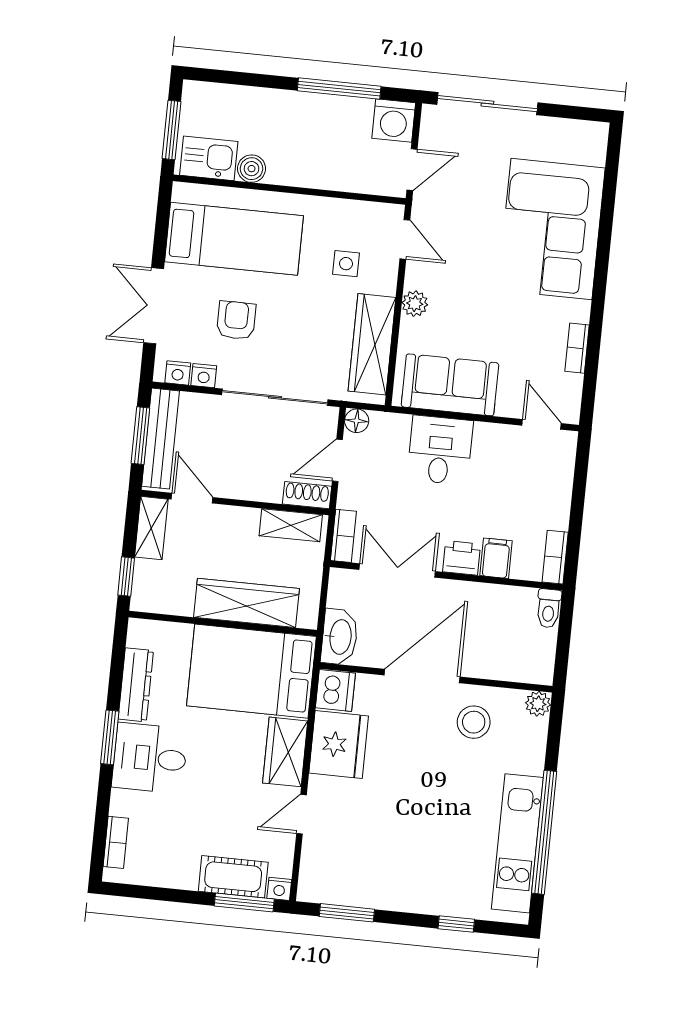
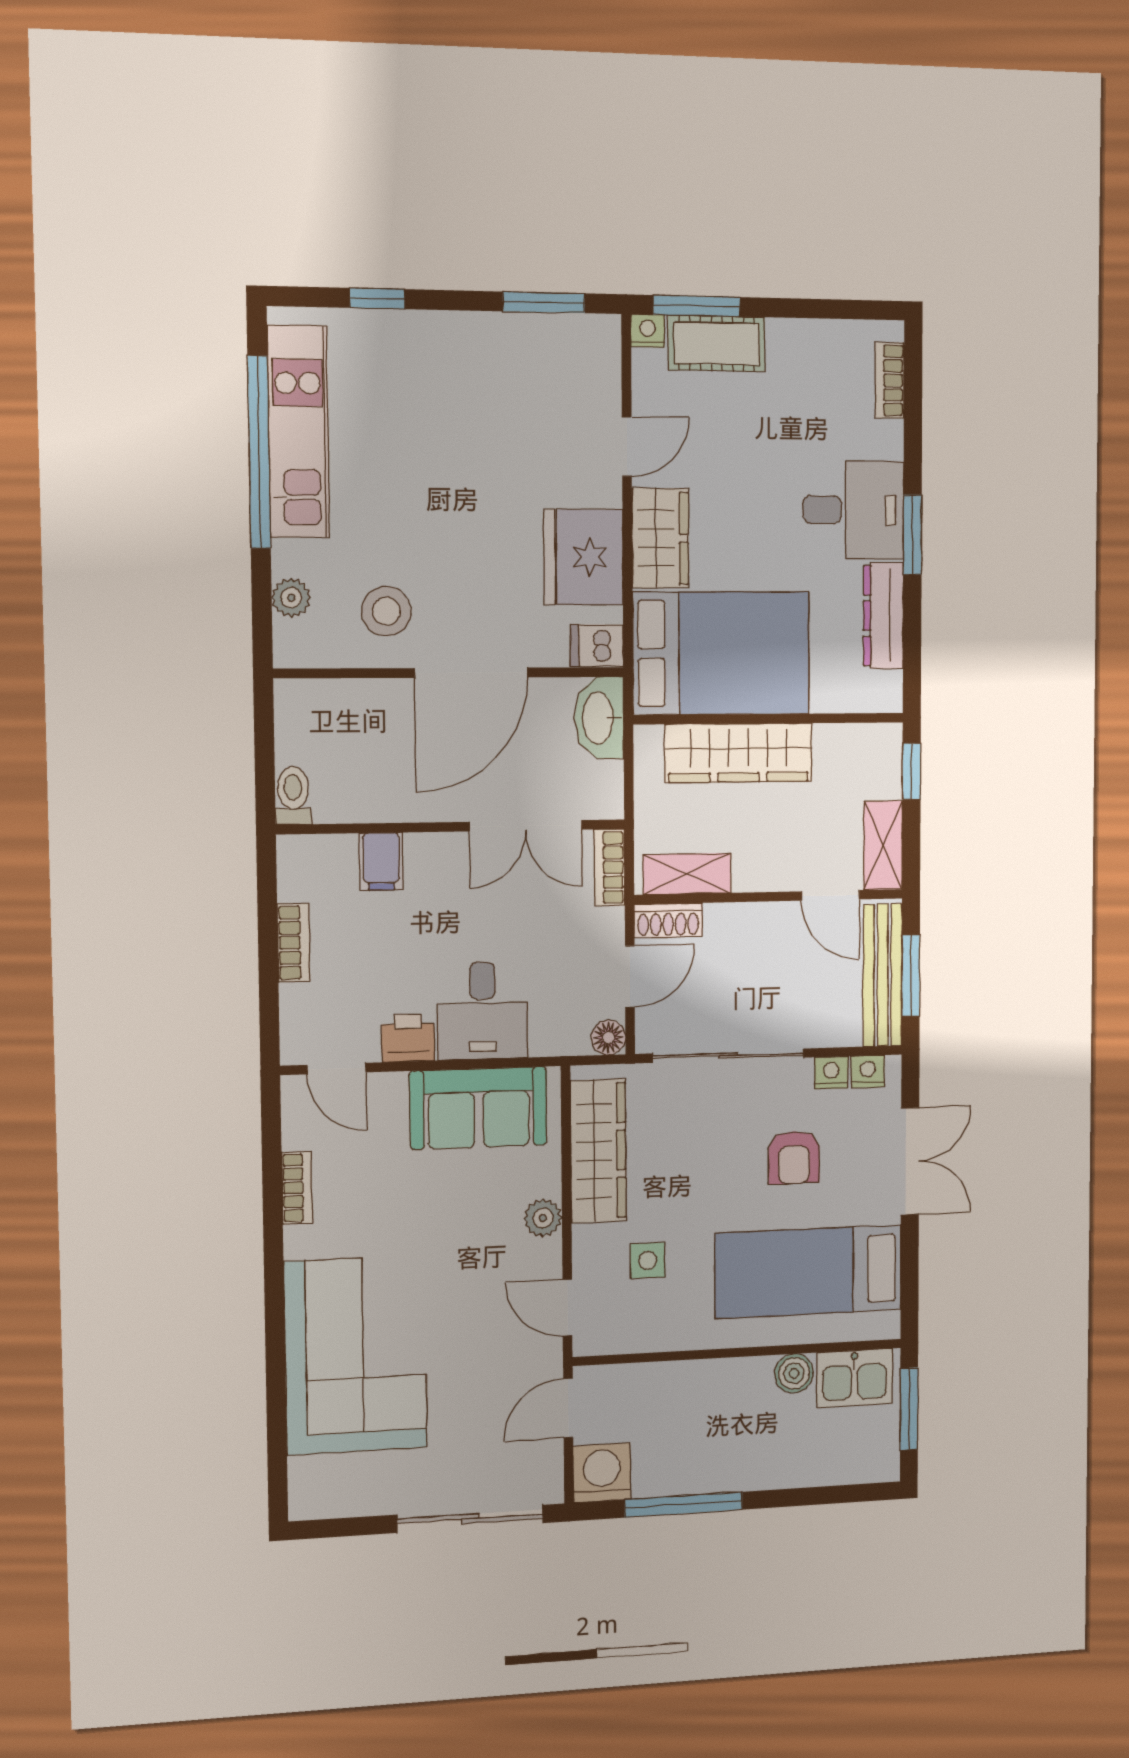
bookcase: (555, 557) -> (294, 943), moved
printer: (462, 558) -> (408, 1038), moved, turned 180
dishwasher: (335, 690) -> (597, 645), width x0.73
plant: (538, 704) -> (291, 598), moved

